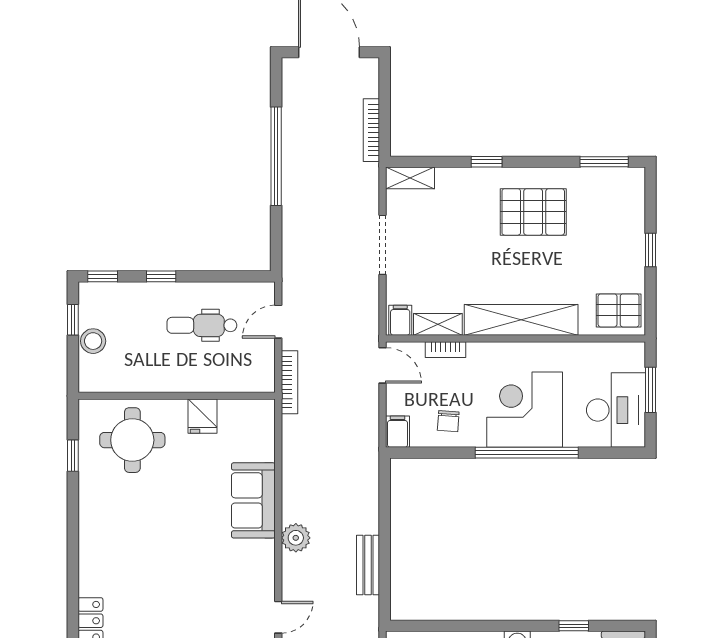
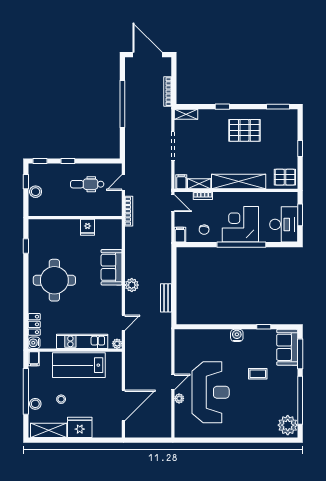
round table: (132, 440) -> (54, 280), moved, width x1.36, depth x1.36

